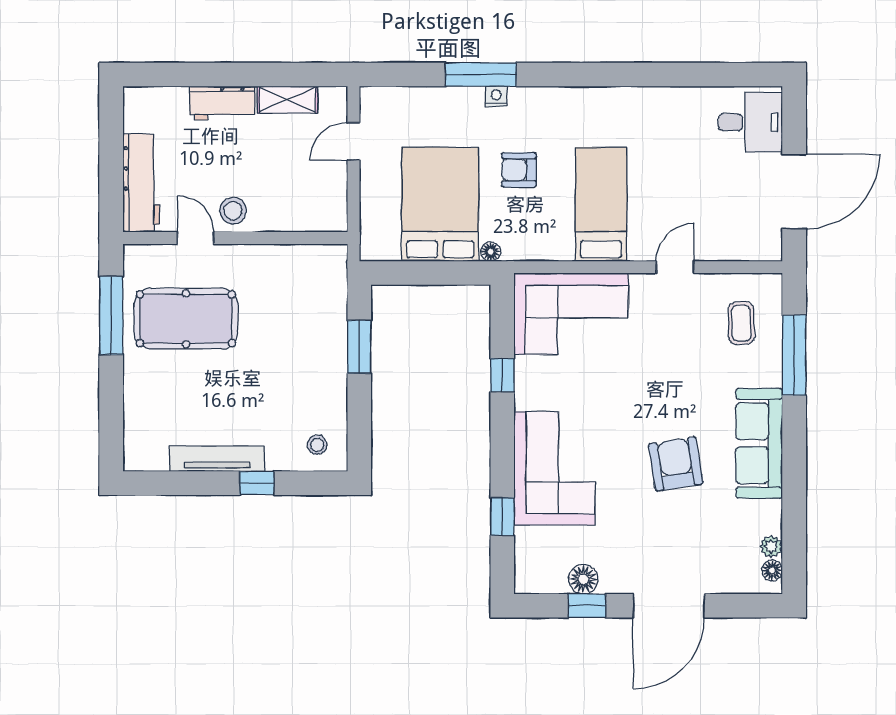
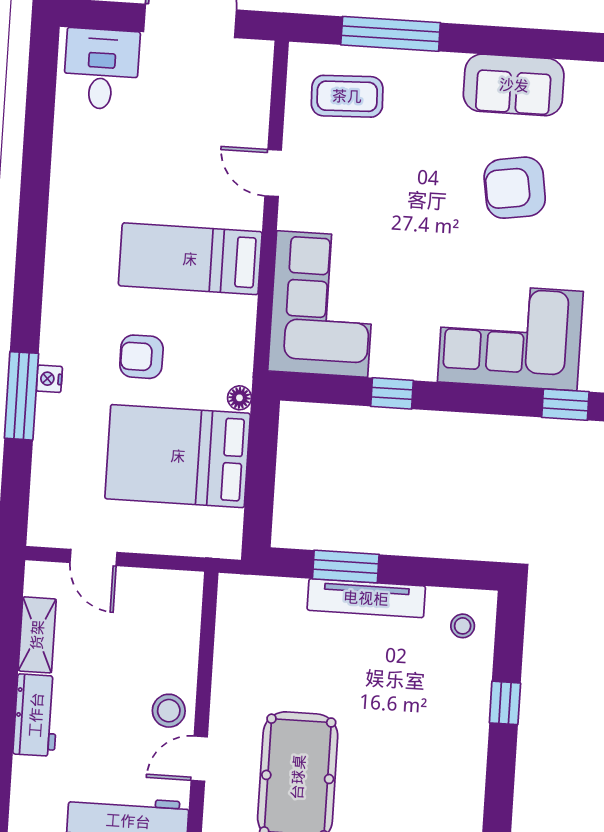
armchair: (519, 170) -> (141, 357), turned 90
coffee table: (741, 323) -> (347, 96), width x1.36, depth x1.30
sofa: (759, 443) -> (514, 85), width x0.73
tv unit: (217, 459) -> (366, 598), moved, turned -90

